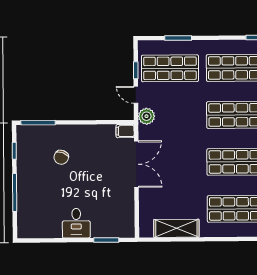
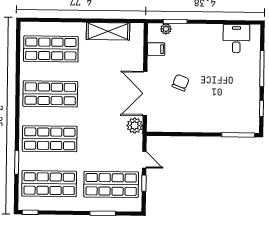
plant: (147, 116) -> (135, 126), moved
filing cabinet: (125, 131) -> (156, 49), moved
chair: (61, 157) -> (181, 83), moved
desk: (76, 223) -> (236, 39), moved
plant: (116, 232) -> (166, 29), added

